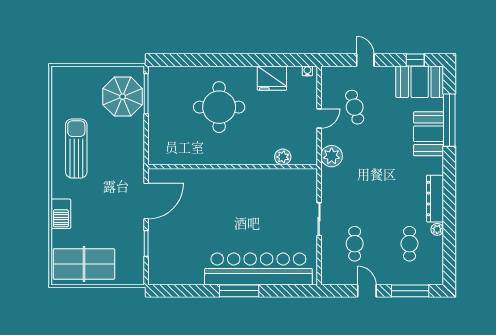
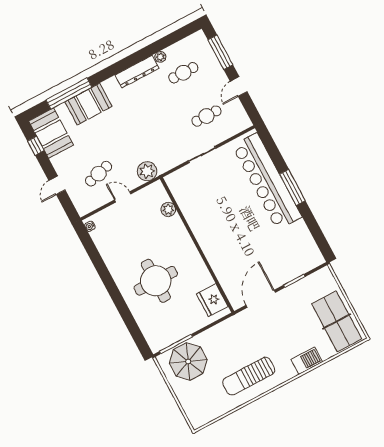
fridge: (272, 78) -> (212, 300), moved, turned 180
door: (146, 201) -> (261, 299), hinge flipped

